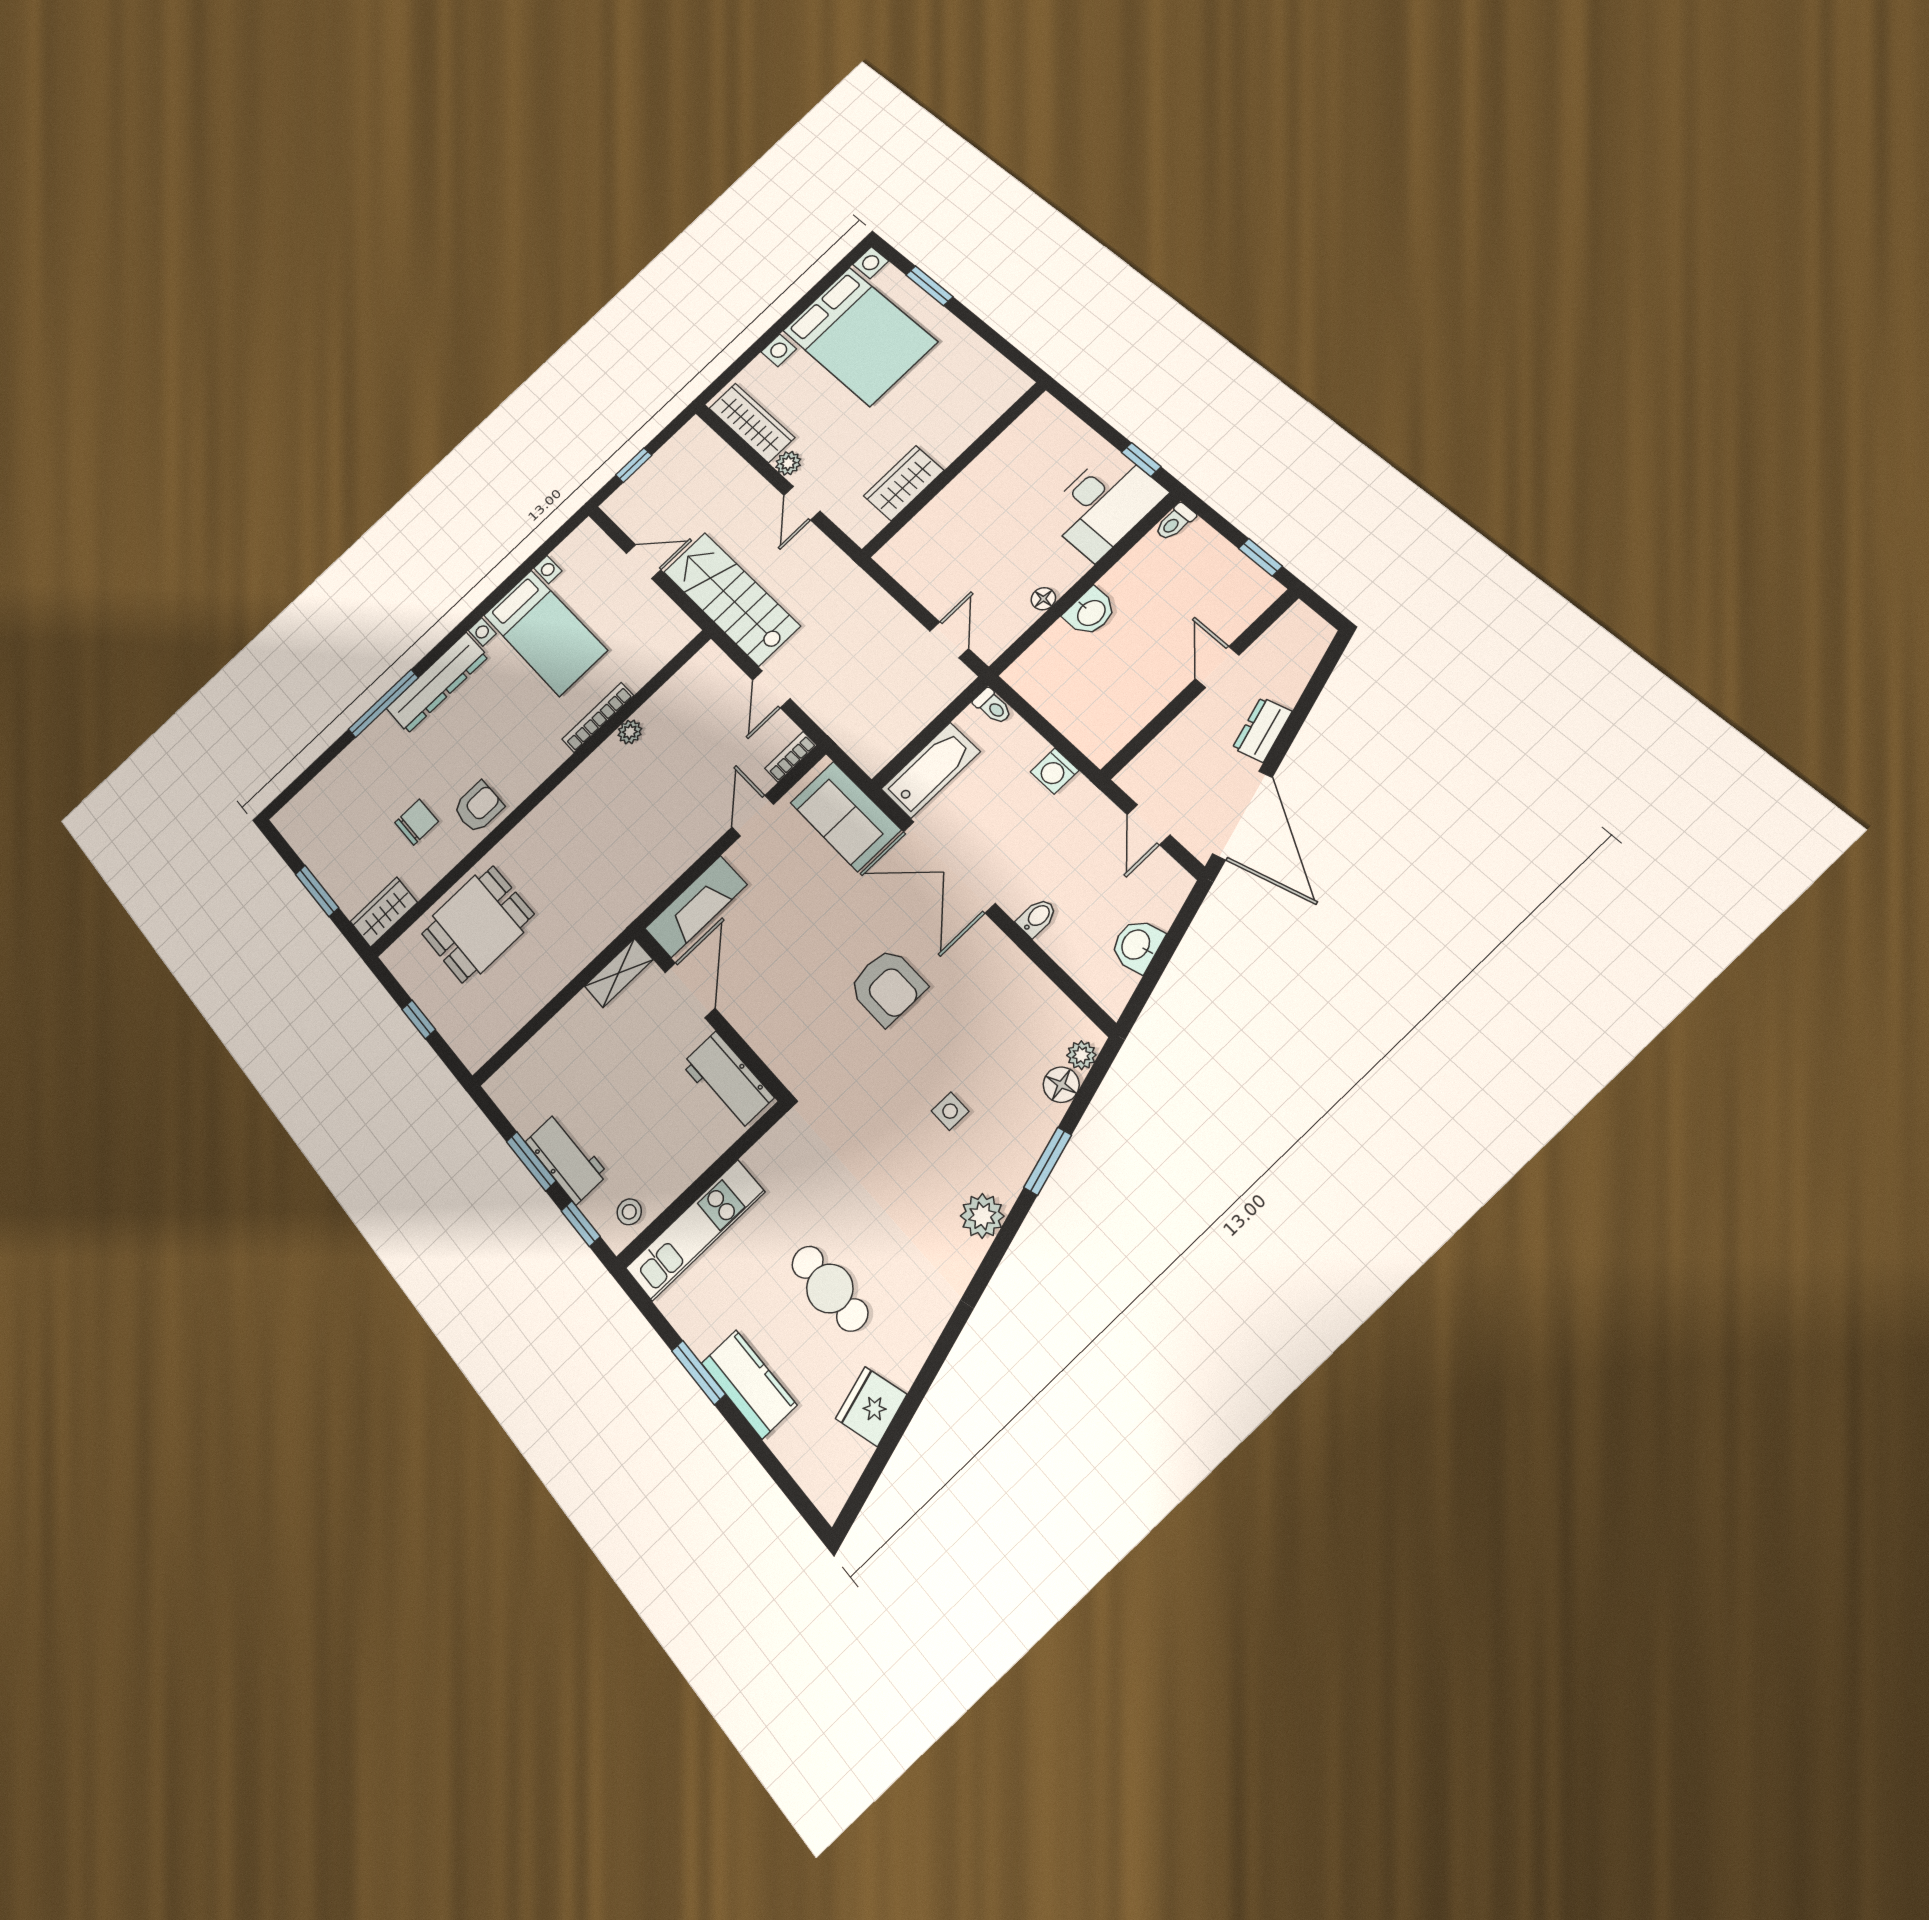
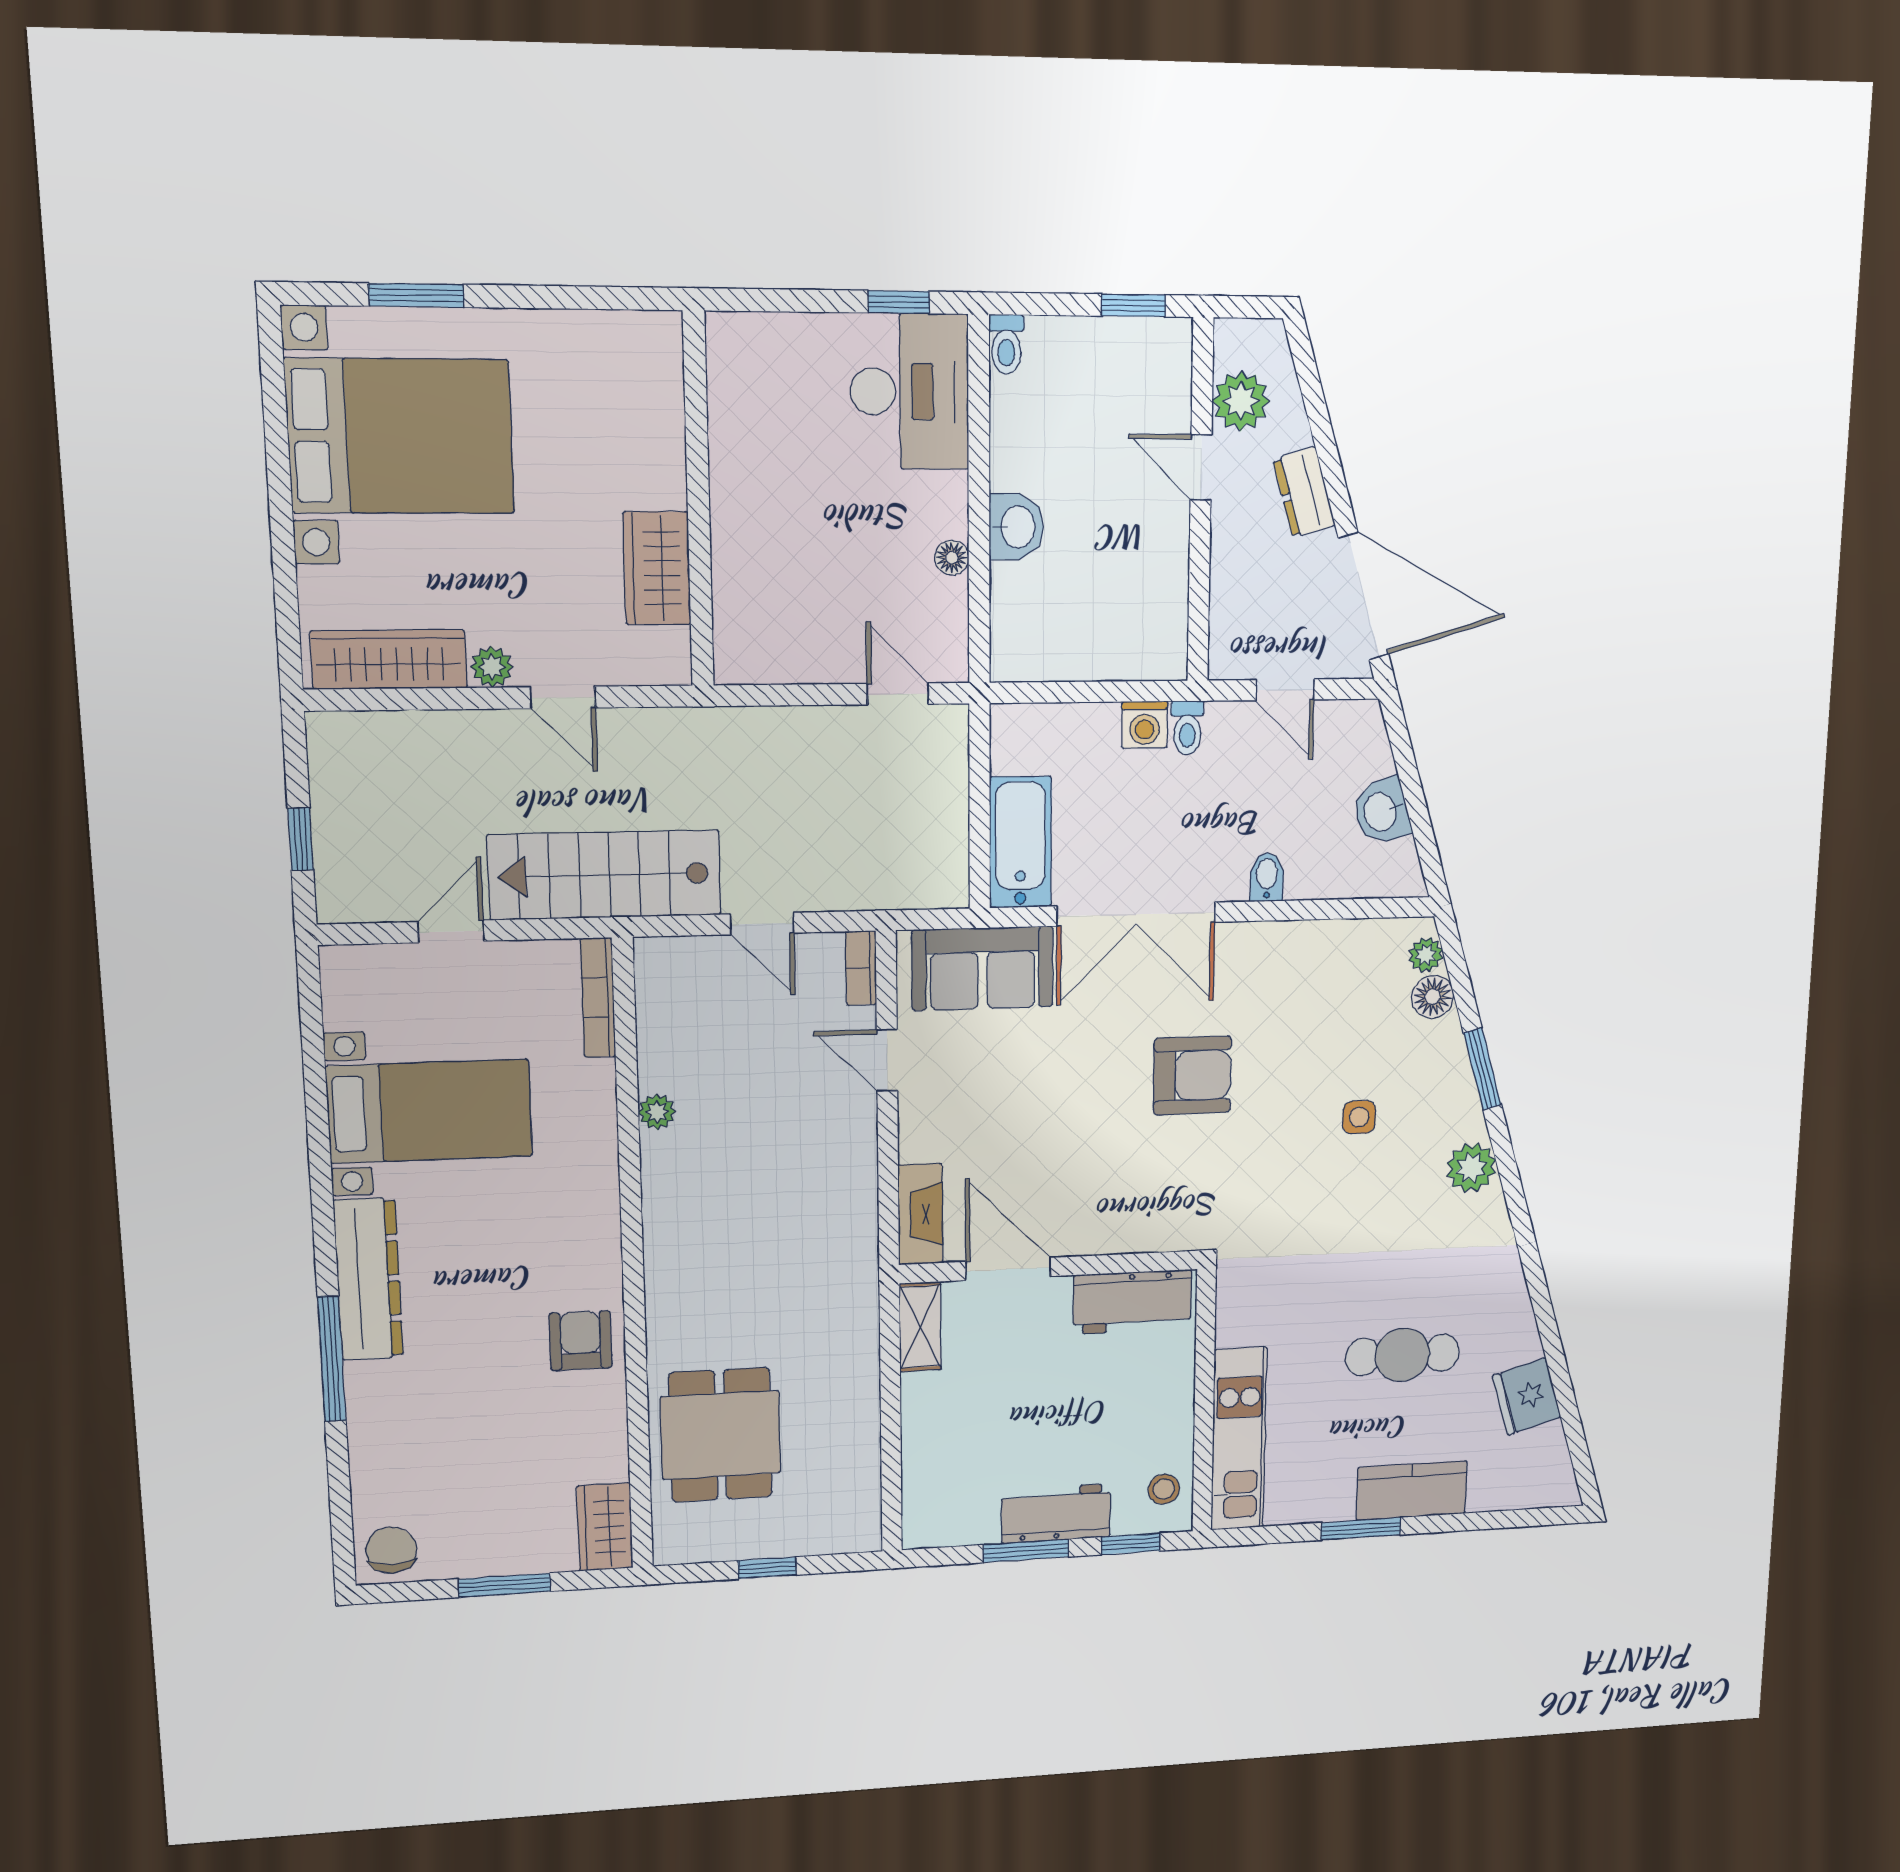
plant: (1273, 652) -> (1241, 401), added
toilet: (993, 706) -> (1187, 728), moved, turned 90
bookcase: (598, 717) -> (598, 998), moved
chair: (417, 822) -> (391, 1550), moved
fireplace: (696, 907) -> (920, 1214), width x0.73, depth x0.76

